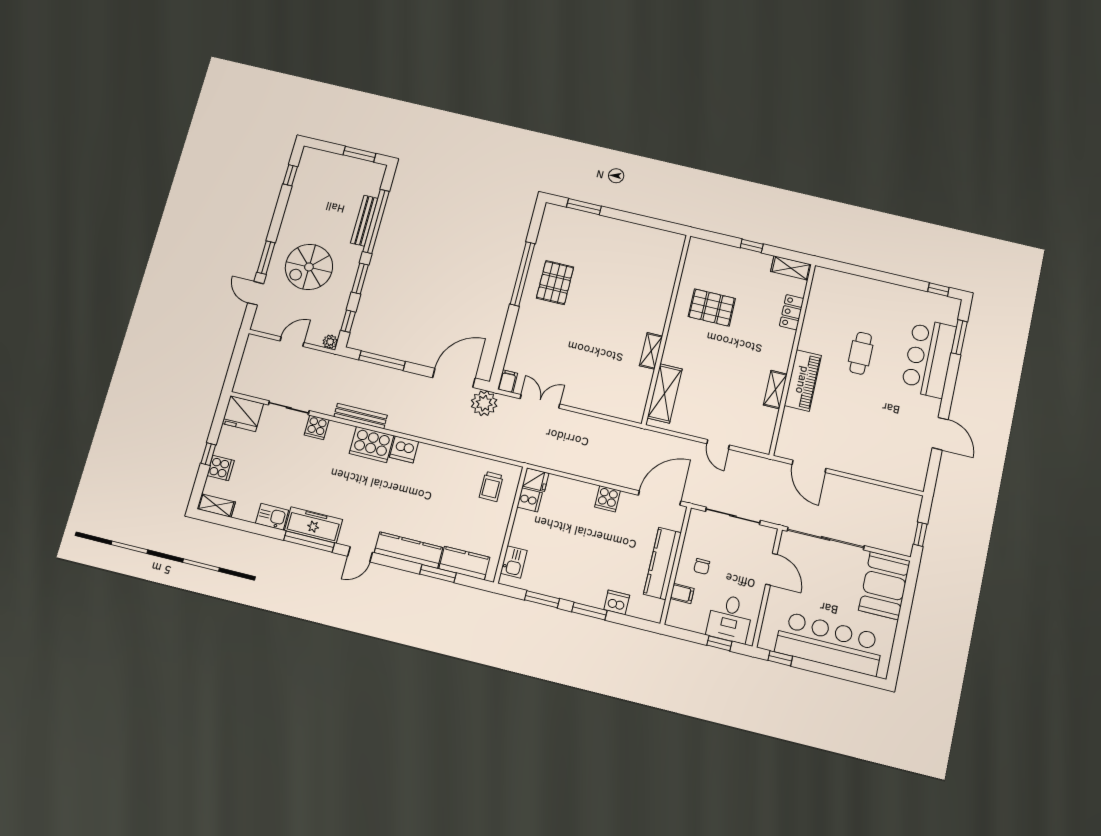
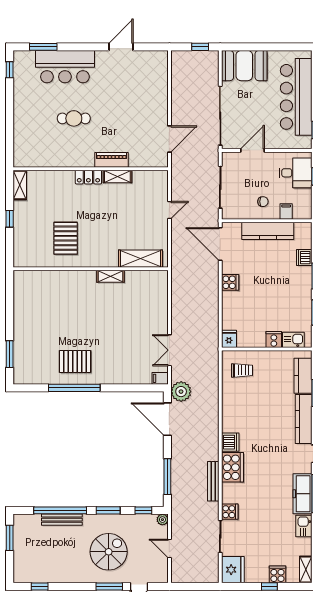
spiral stairs: (309, 267) -> (109, 552), turned -90
locker: (792, 312) -> (88, 177), moved
piano: (803, 380) -> (111, 160), width x0.73, depth x0.75
cooker: (530, 500) -> (274, 340), moved

